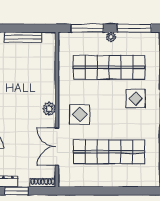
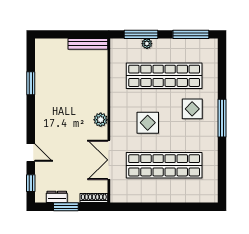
bench: (23, 37) -> (88, 44), moved
plant: (111, 37) -> (147, 44), moved
display table: (80, 114) -> (148, 123), moved

